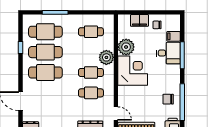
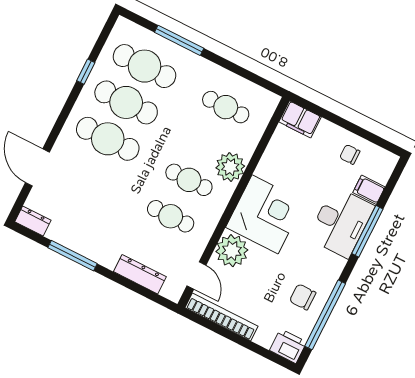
filing cabinet: (139, 20) -> (300, 119), moved
plant: (126, 47) -> (232, 251), moved
desk: (168, 53) -> (341, 222), width x1.37

